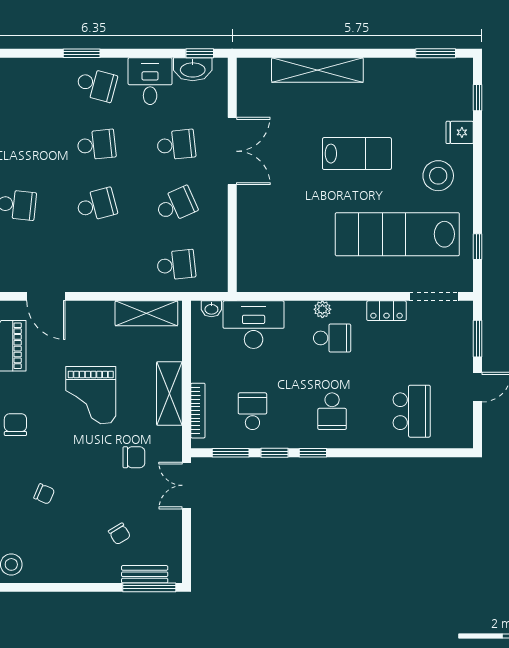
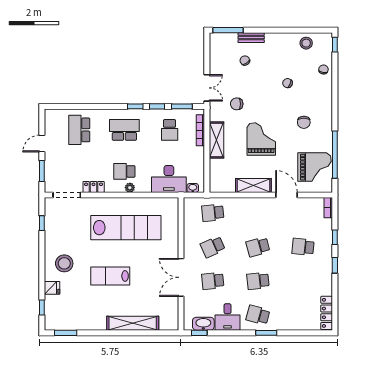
lab bench: (397, 234) -> (126, 228), moved
shelving: (146, 313) -> (253, 185), moved
school desk: (332, 411) -> (124, 130), width x1.85
bench: (145, 574) -> (251, 38), moved

